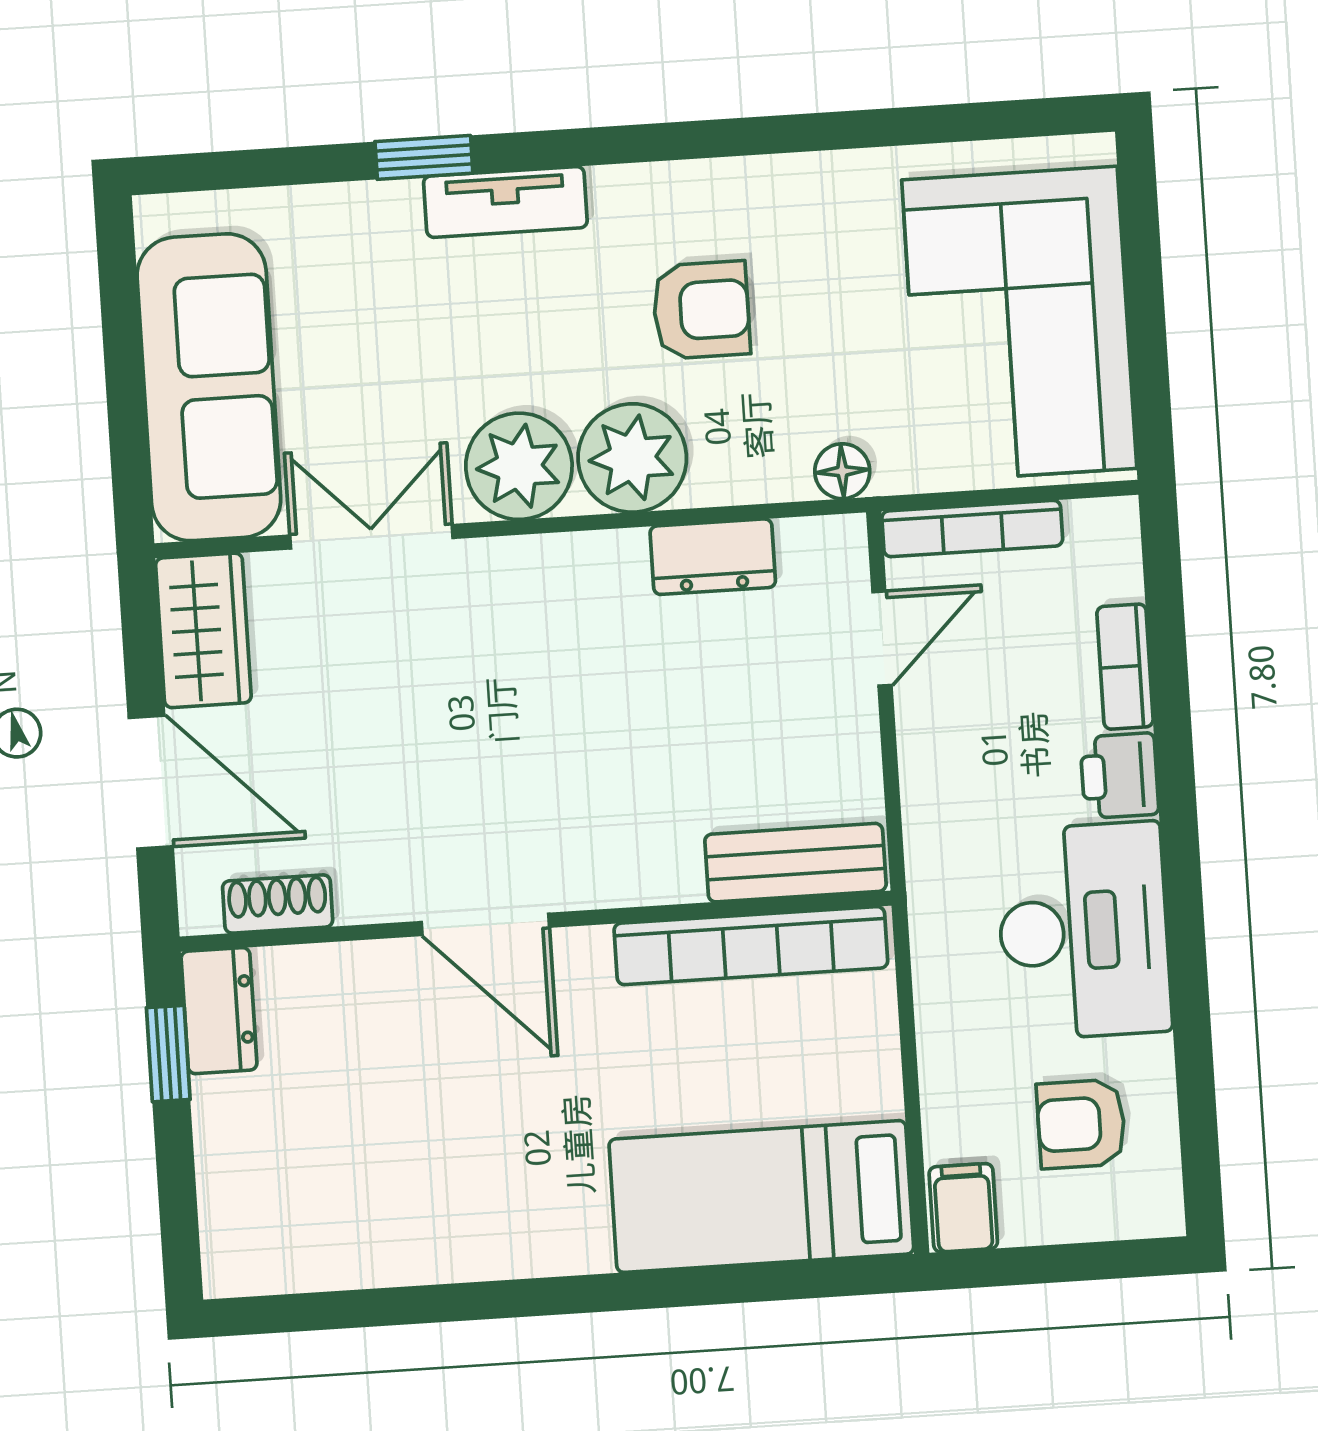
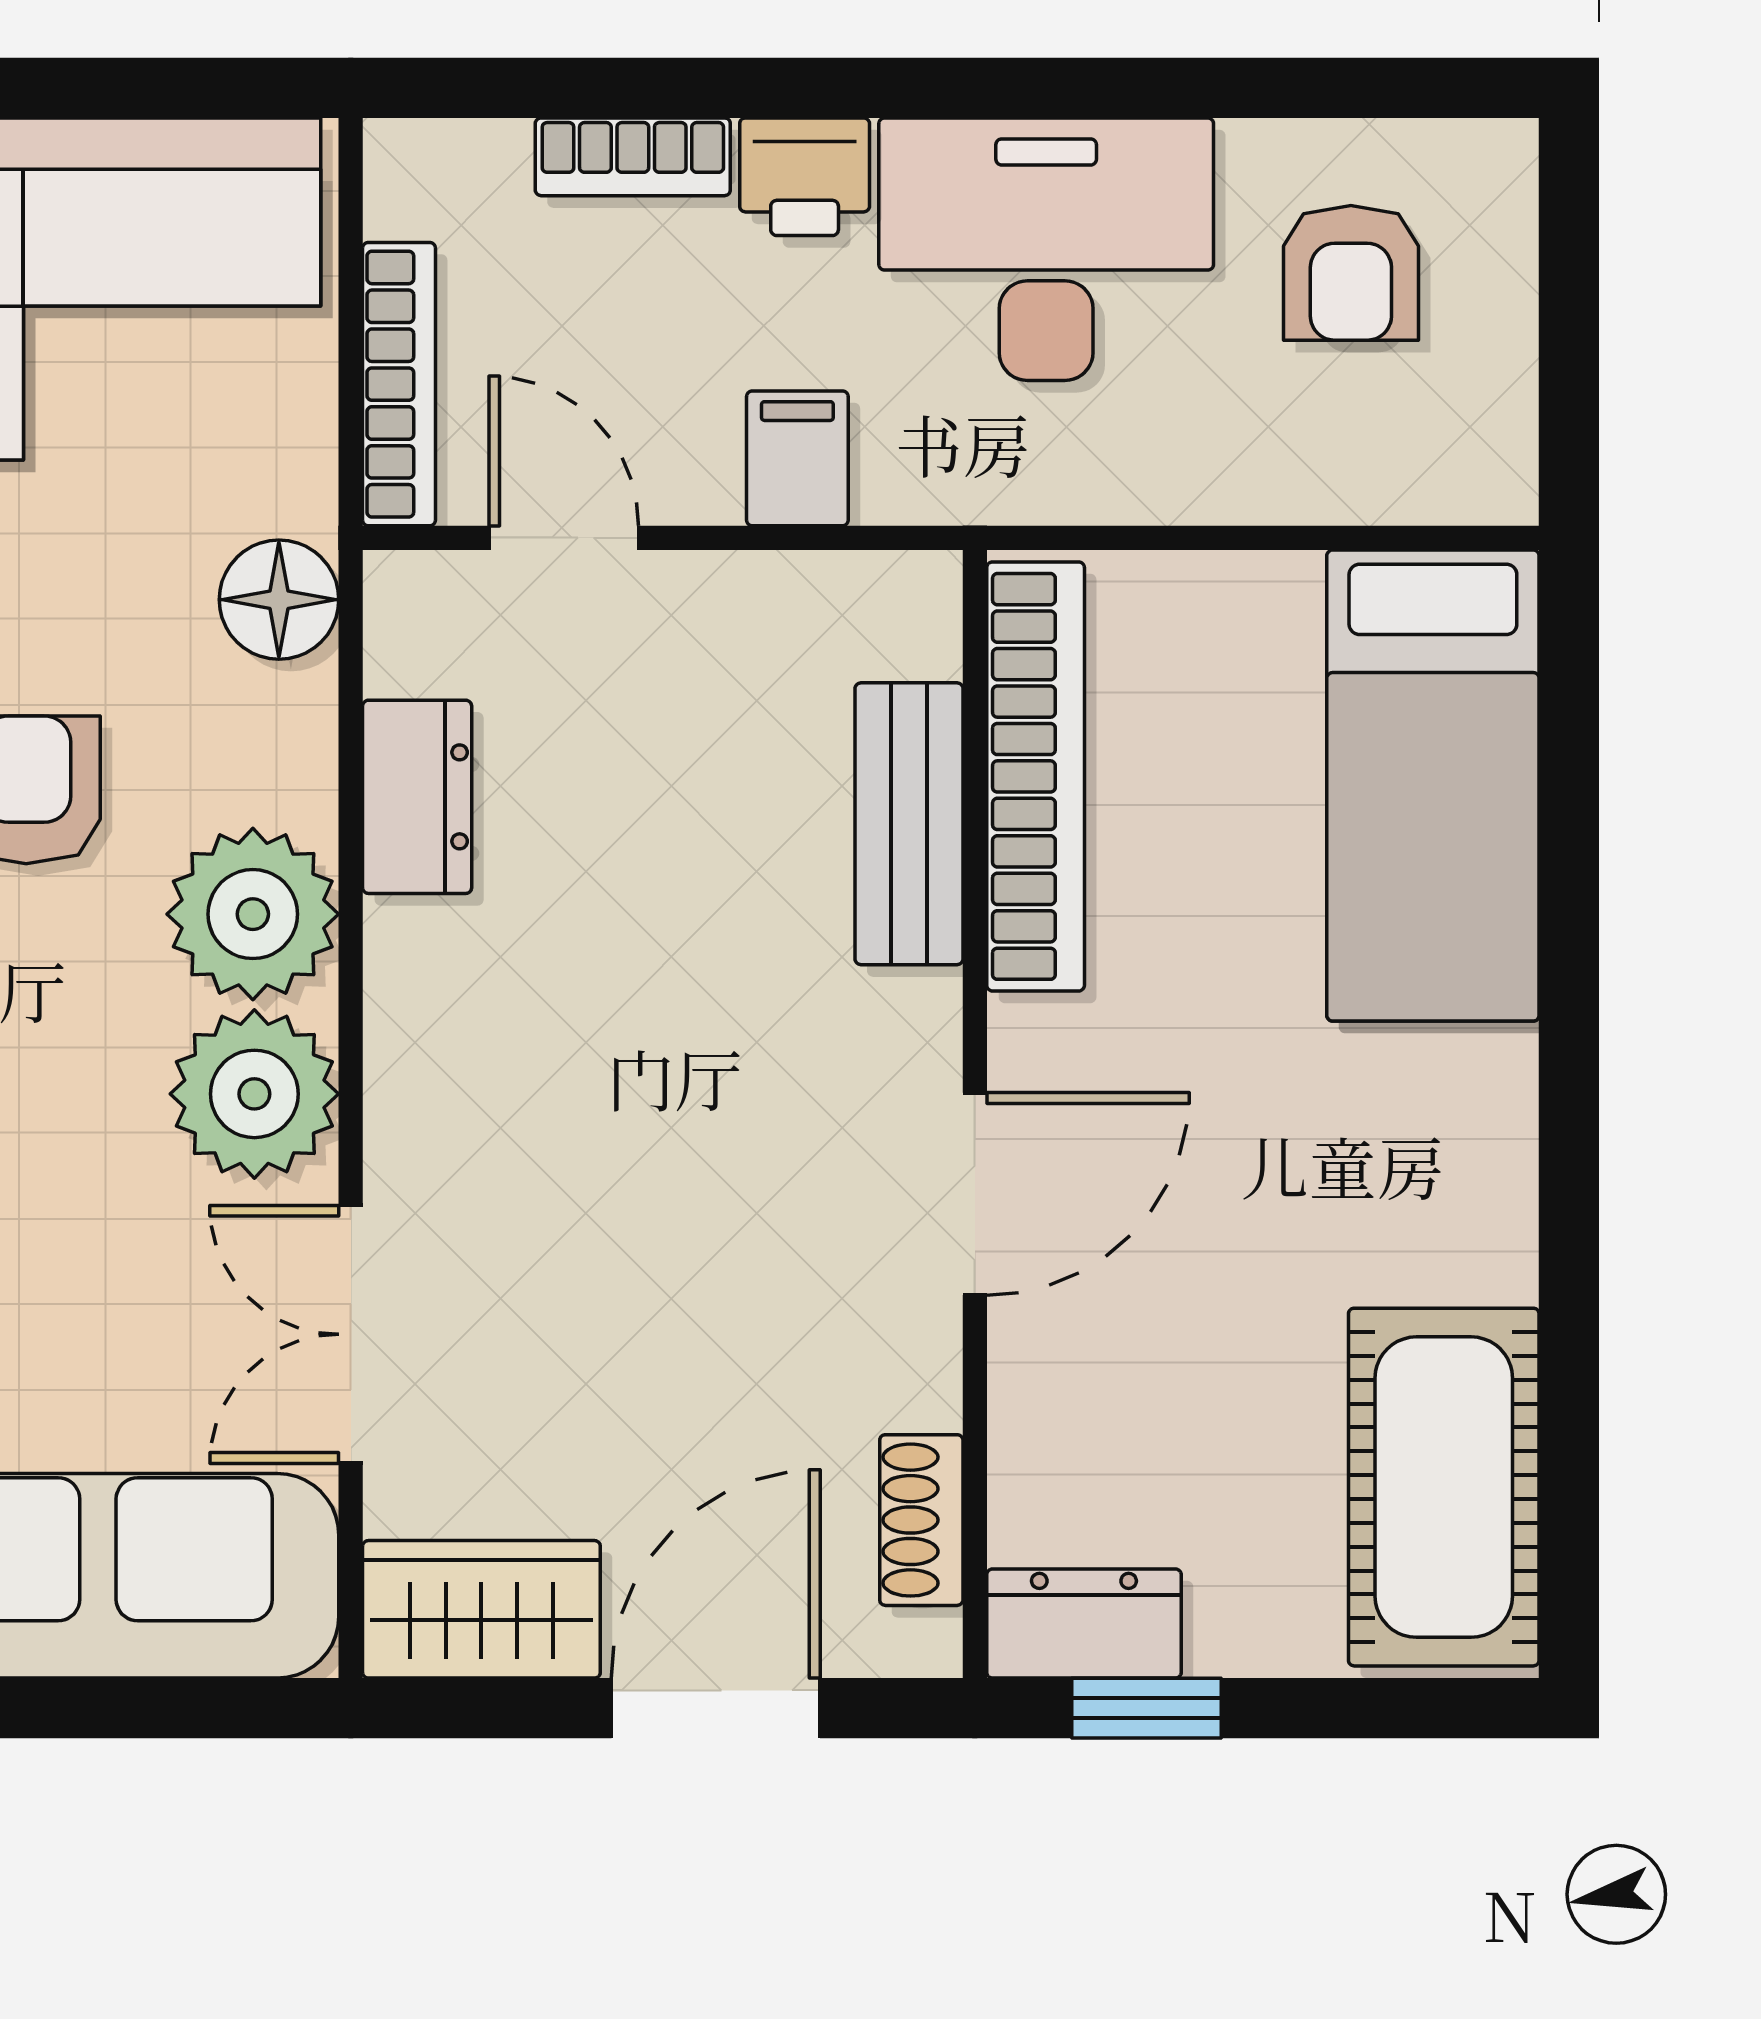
floor lamp: (842, 471) -> (279, 600), width x1.37, depth x1.37
bench: (795, 863) -> (909, 824), moved
filing cabinet: (963, 1208) -> (797, 458), moved, turned 90
cot: (320, 1232) -> (1444, 1487), added

